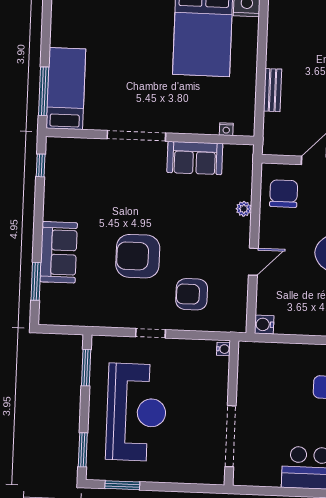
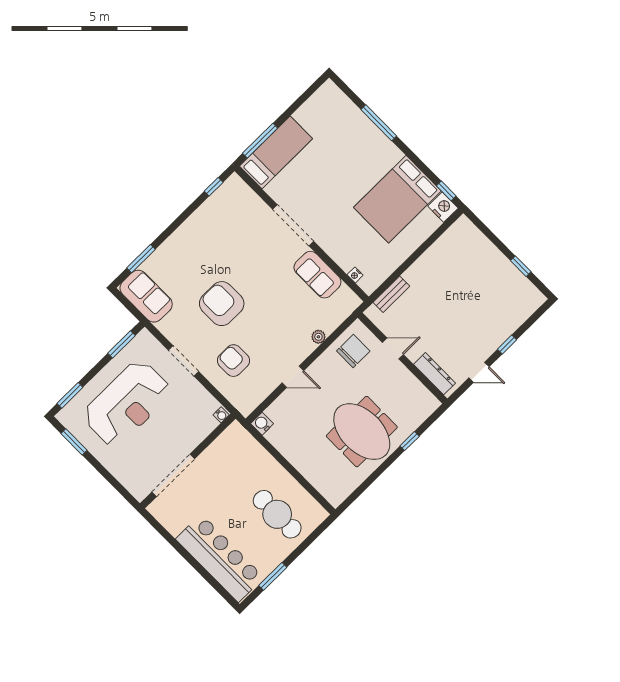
bench: (272, 90) -> (391, 294), moved
sofa: (59, 252) -> (146, 296), moved, turned -90
doorway: (150, 333) -> (184, 361), width x1.38

